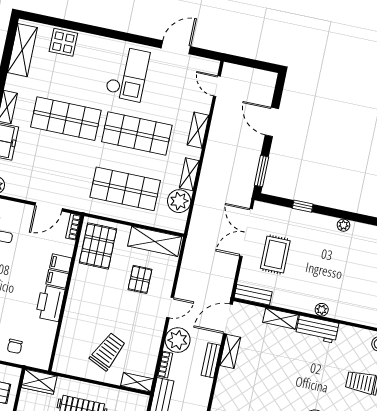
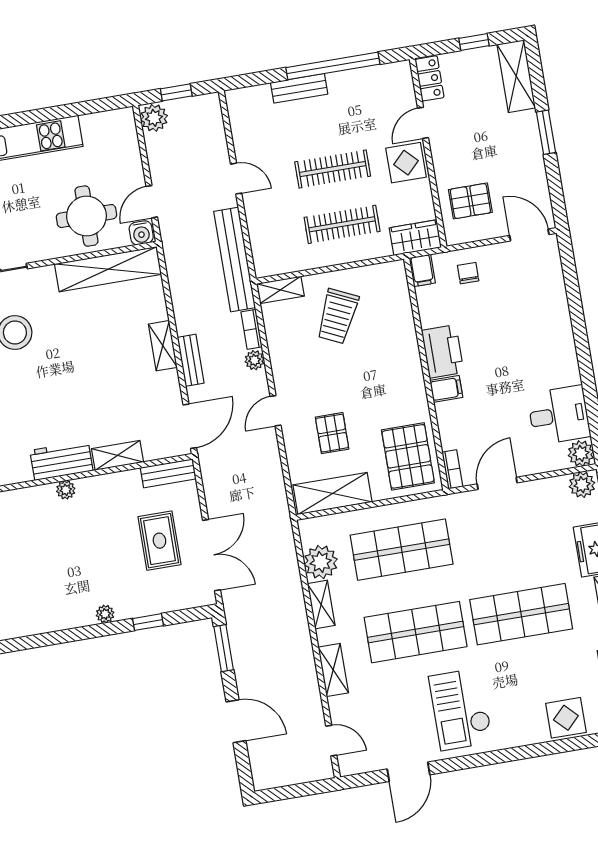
plant: (343, 225) -> (105, 614), moved
filing cabinet: (61, 263) -> (422, 270), moved, turned 90
plant: (178, 340) -> (255, 360), width x0.53, depth x0.53
shelving: (230, 351) -> (163, 346), moved

